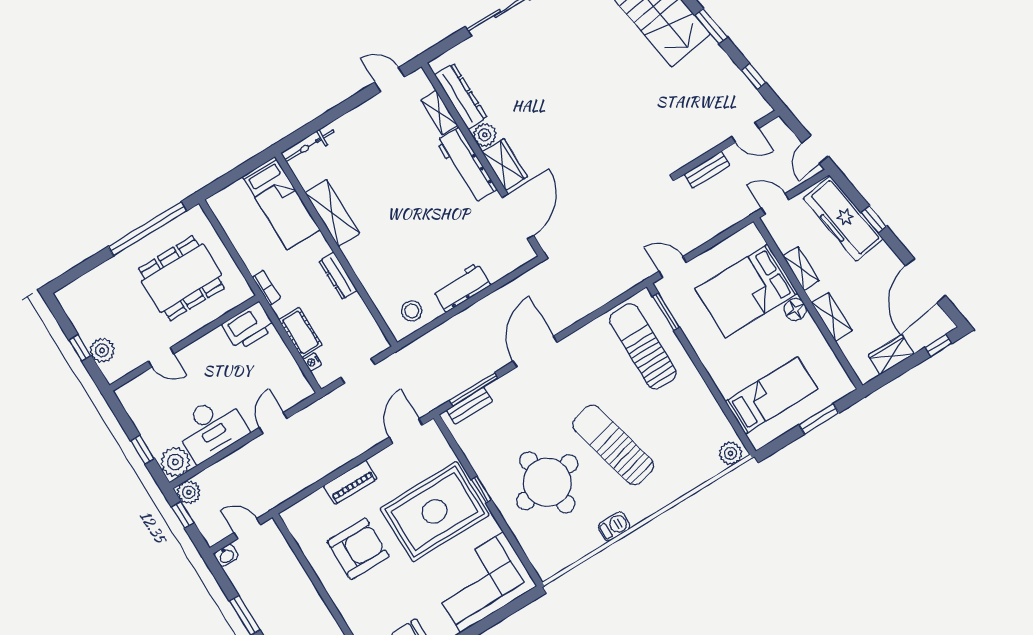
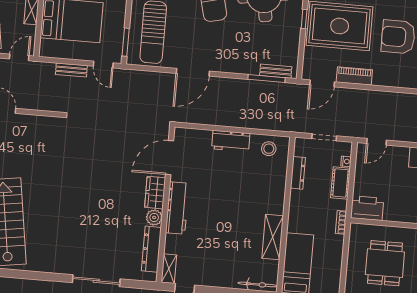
shelving: (439, 113) -> (169, 269), moved
bench: (707, 170) -> (71, 70), moved
door: (775, 204) -> (19, 57), swing flipped
dresser: (338, 276) -> (298, 173), moved
dining table: (181, 278) -> (385, 263), width x0.73
door: (535, 352) -> (193, 72), moved
door: (273, 423) -> (377, 142), moved
piano: (350, 482) -> (354, 76), moved

